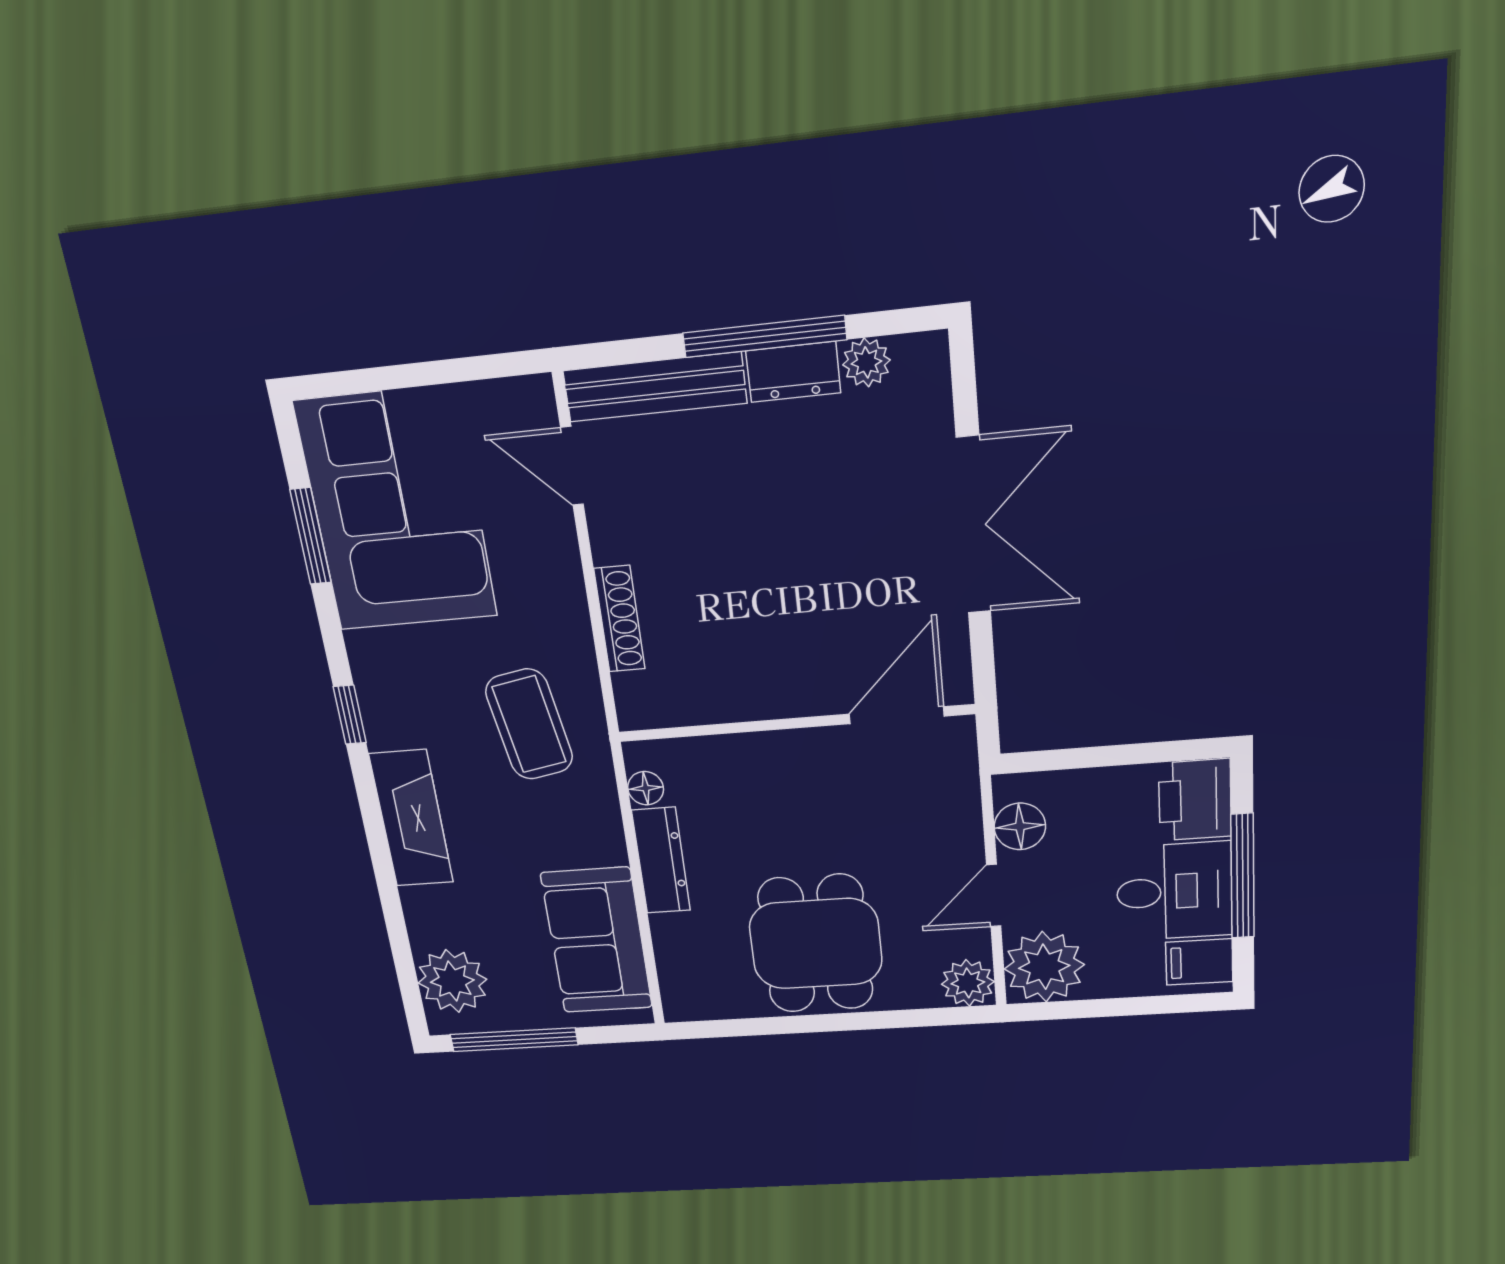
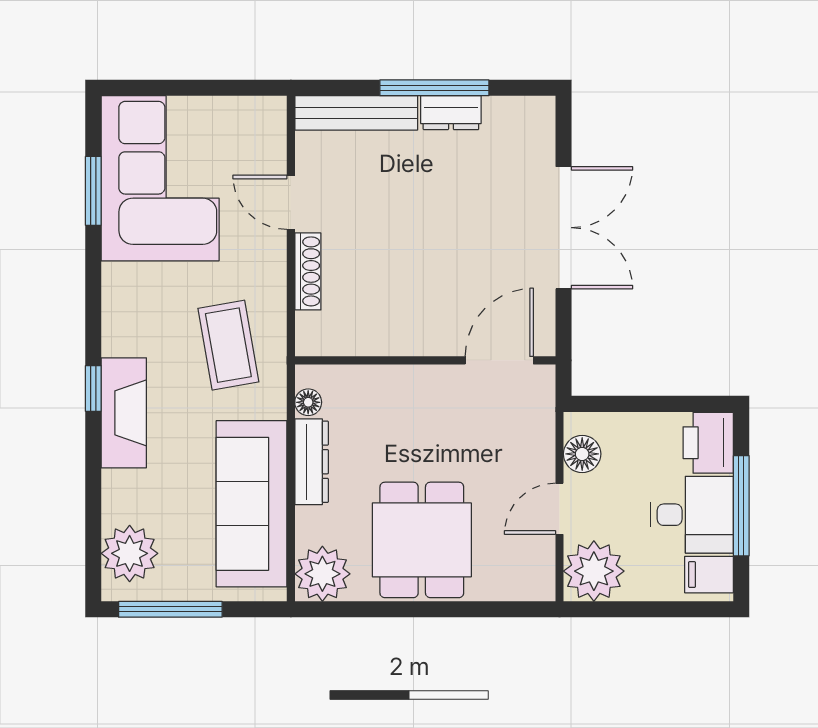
plant: (866, 362) -> (500, 112), removed
door: (572, 466) -> (291, 202), moved
window: (350, 715) -> (93, 388), moved
sofa: (597, 941) -> (252, 504), width x1.36
plant: (968, 983) -> (322, 574), moved, width x1.36, depth x1.36

